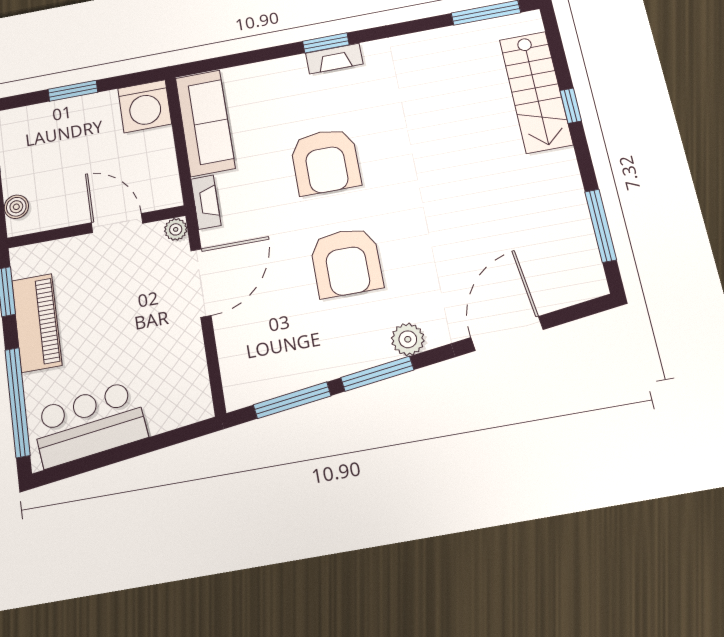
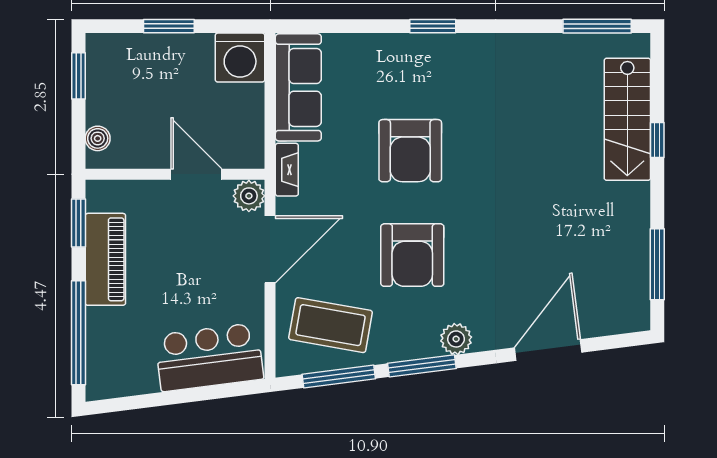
fireplace: (334, 59) -> (438, 45), removed
plant: (176, 229) -> (249, 196), width x1.38, depth x1.38
coffee table: (275, 348) -> (331, 325), added
bar counter: (89, 424) -> (209, 357), moved

